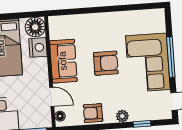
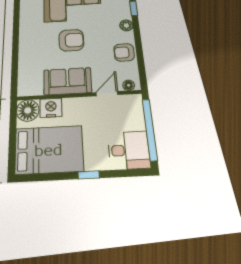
armchair: (106, 63) -> (71, 40), turned 90
armchair: (93, 113) -> (124, 52), turned 90

